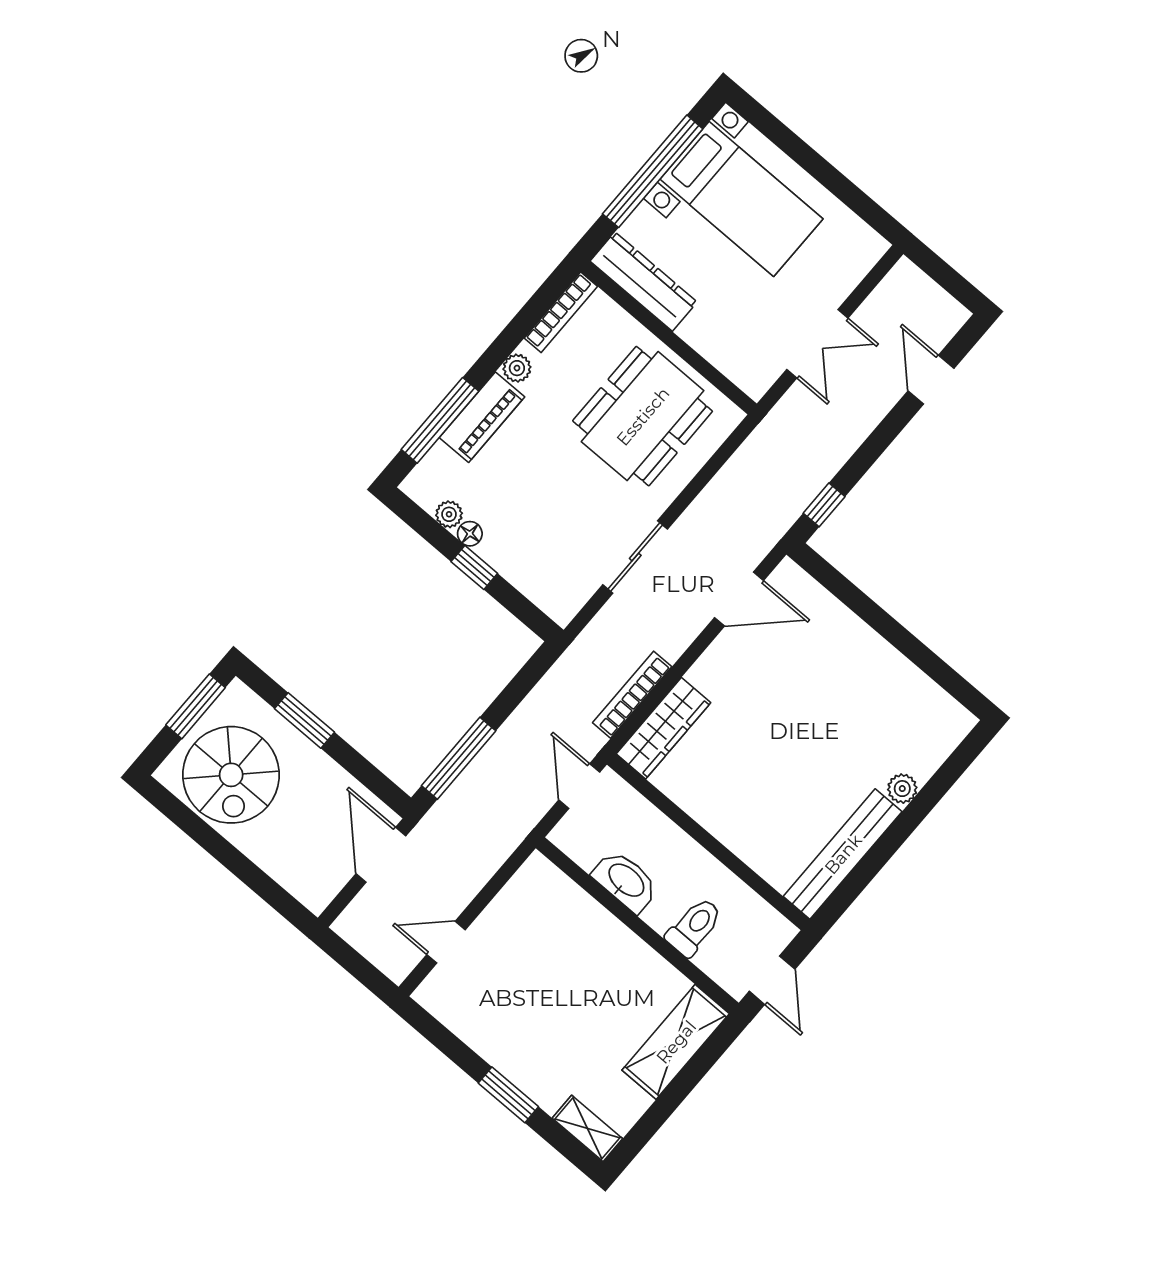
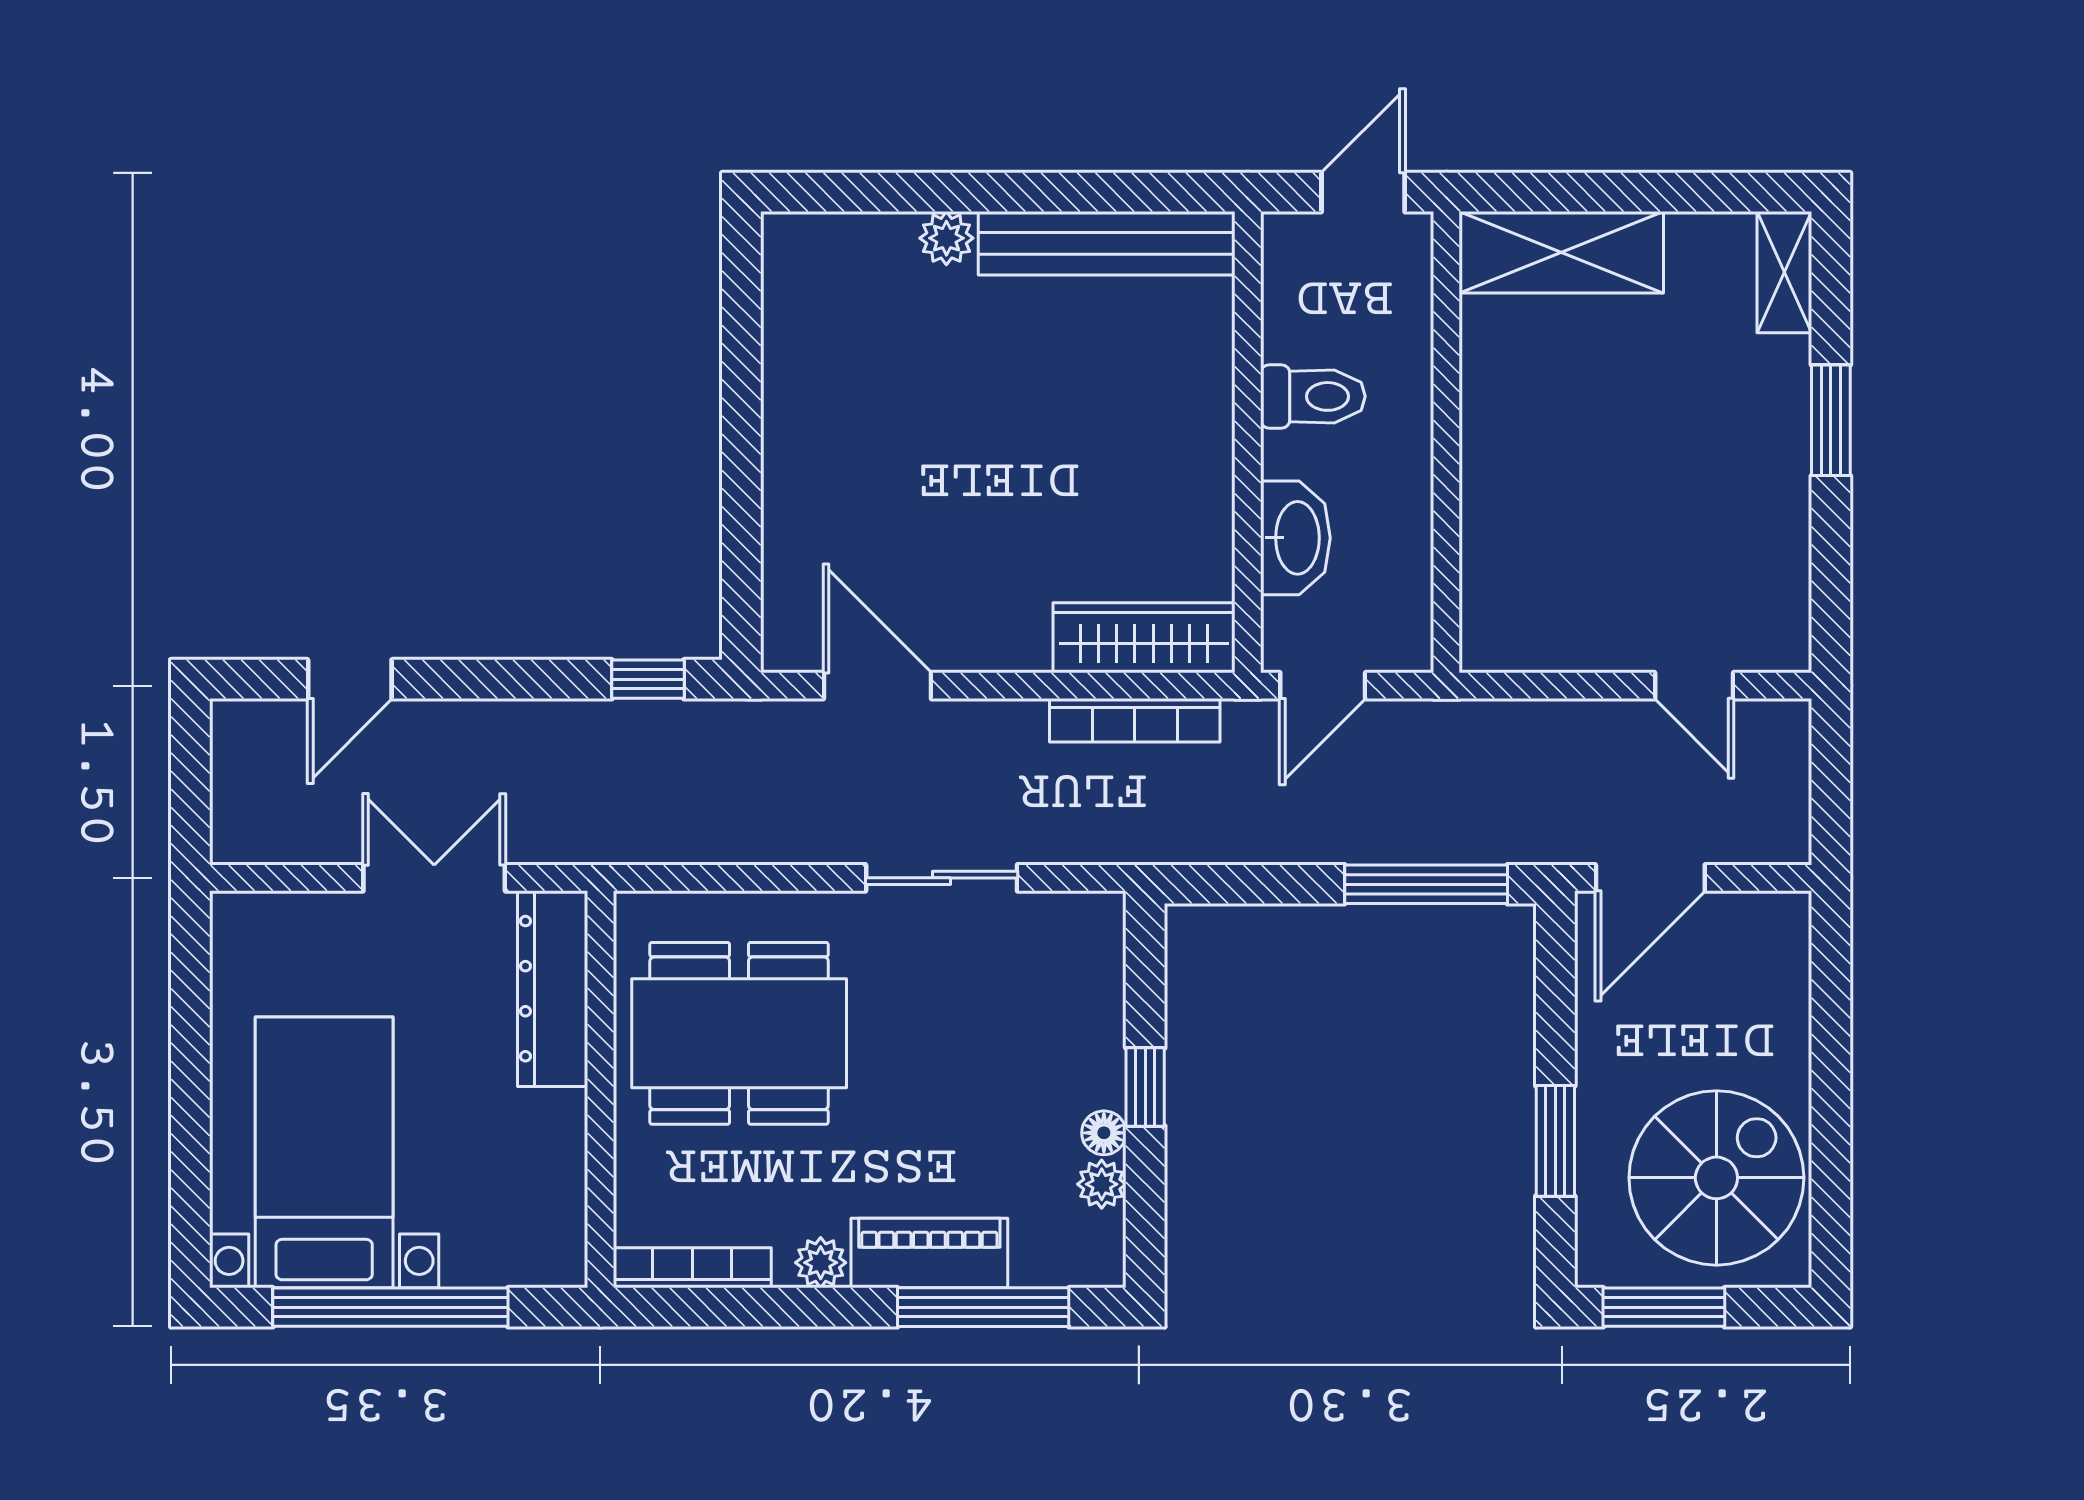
dresser: (644, 282) -> (553, 989), moved
washbasin: (626, 881) -> (1295, 538), moved, turned 180
toilet: (694, 927) -> (1313, 396), moved, turned 180

